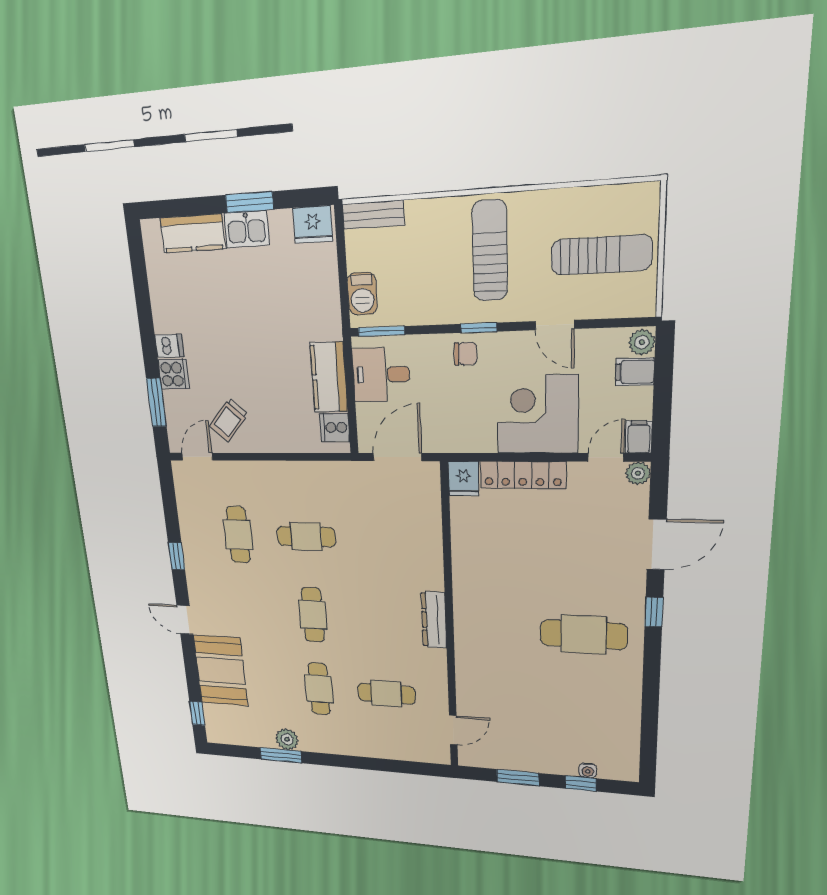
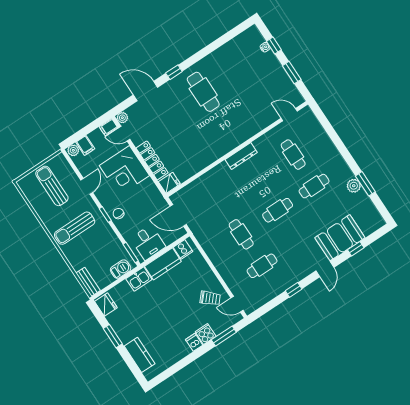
kitchen sink: (247, 229) -> (139, 279), moved, turned 90
window: (197, 713) -> (356, 249), moved

